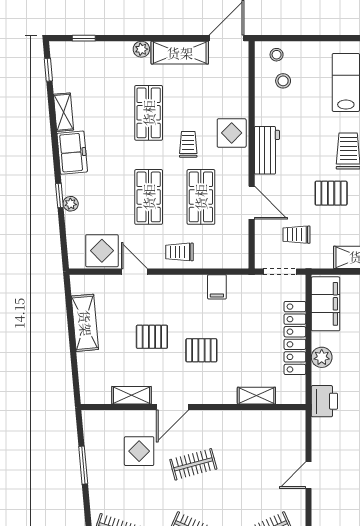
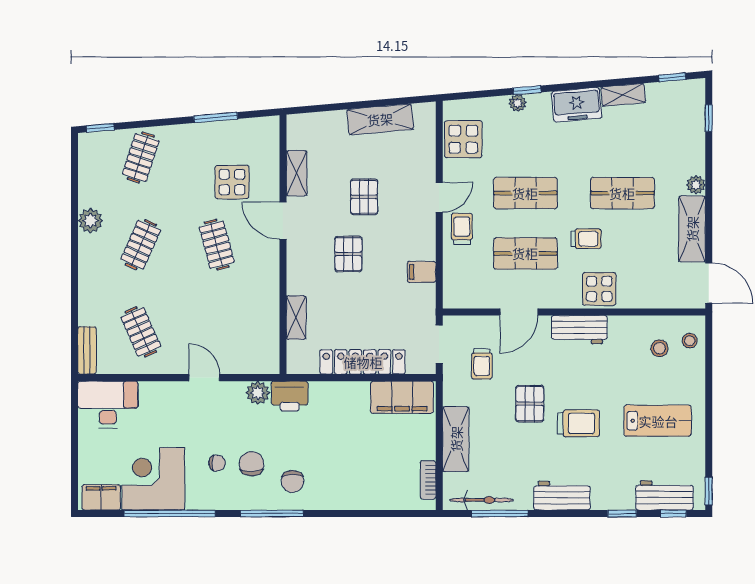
trolley: (296, 235) -> (482, 364), turned 180
door: (134, 272) -> (439, 197), moved
plant: (322, 357) -> (258, 393), moved

